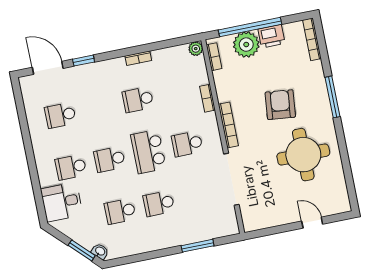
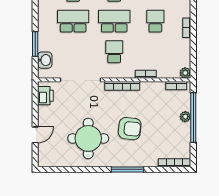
printer: (271, 36) -> (45, 96), moved, turned 180
plant: (246, 45) -> (185, 117), width x0.53, depth x0.53
school desk: (159, 204) -> (73, 21), width x1.85
washbasin: (215, 229) -> (45, 60), added

